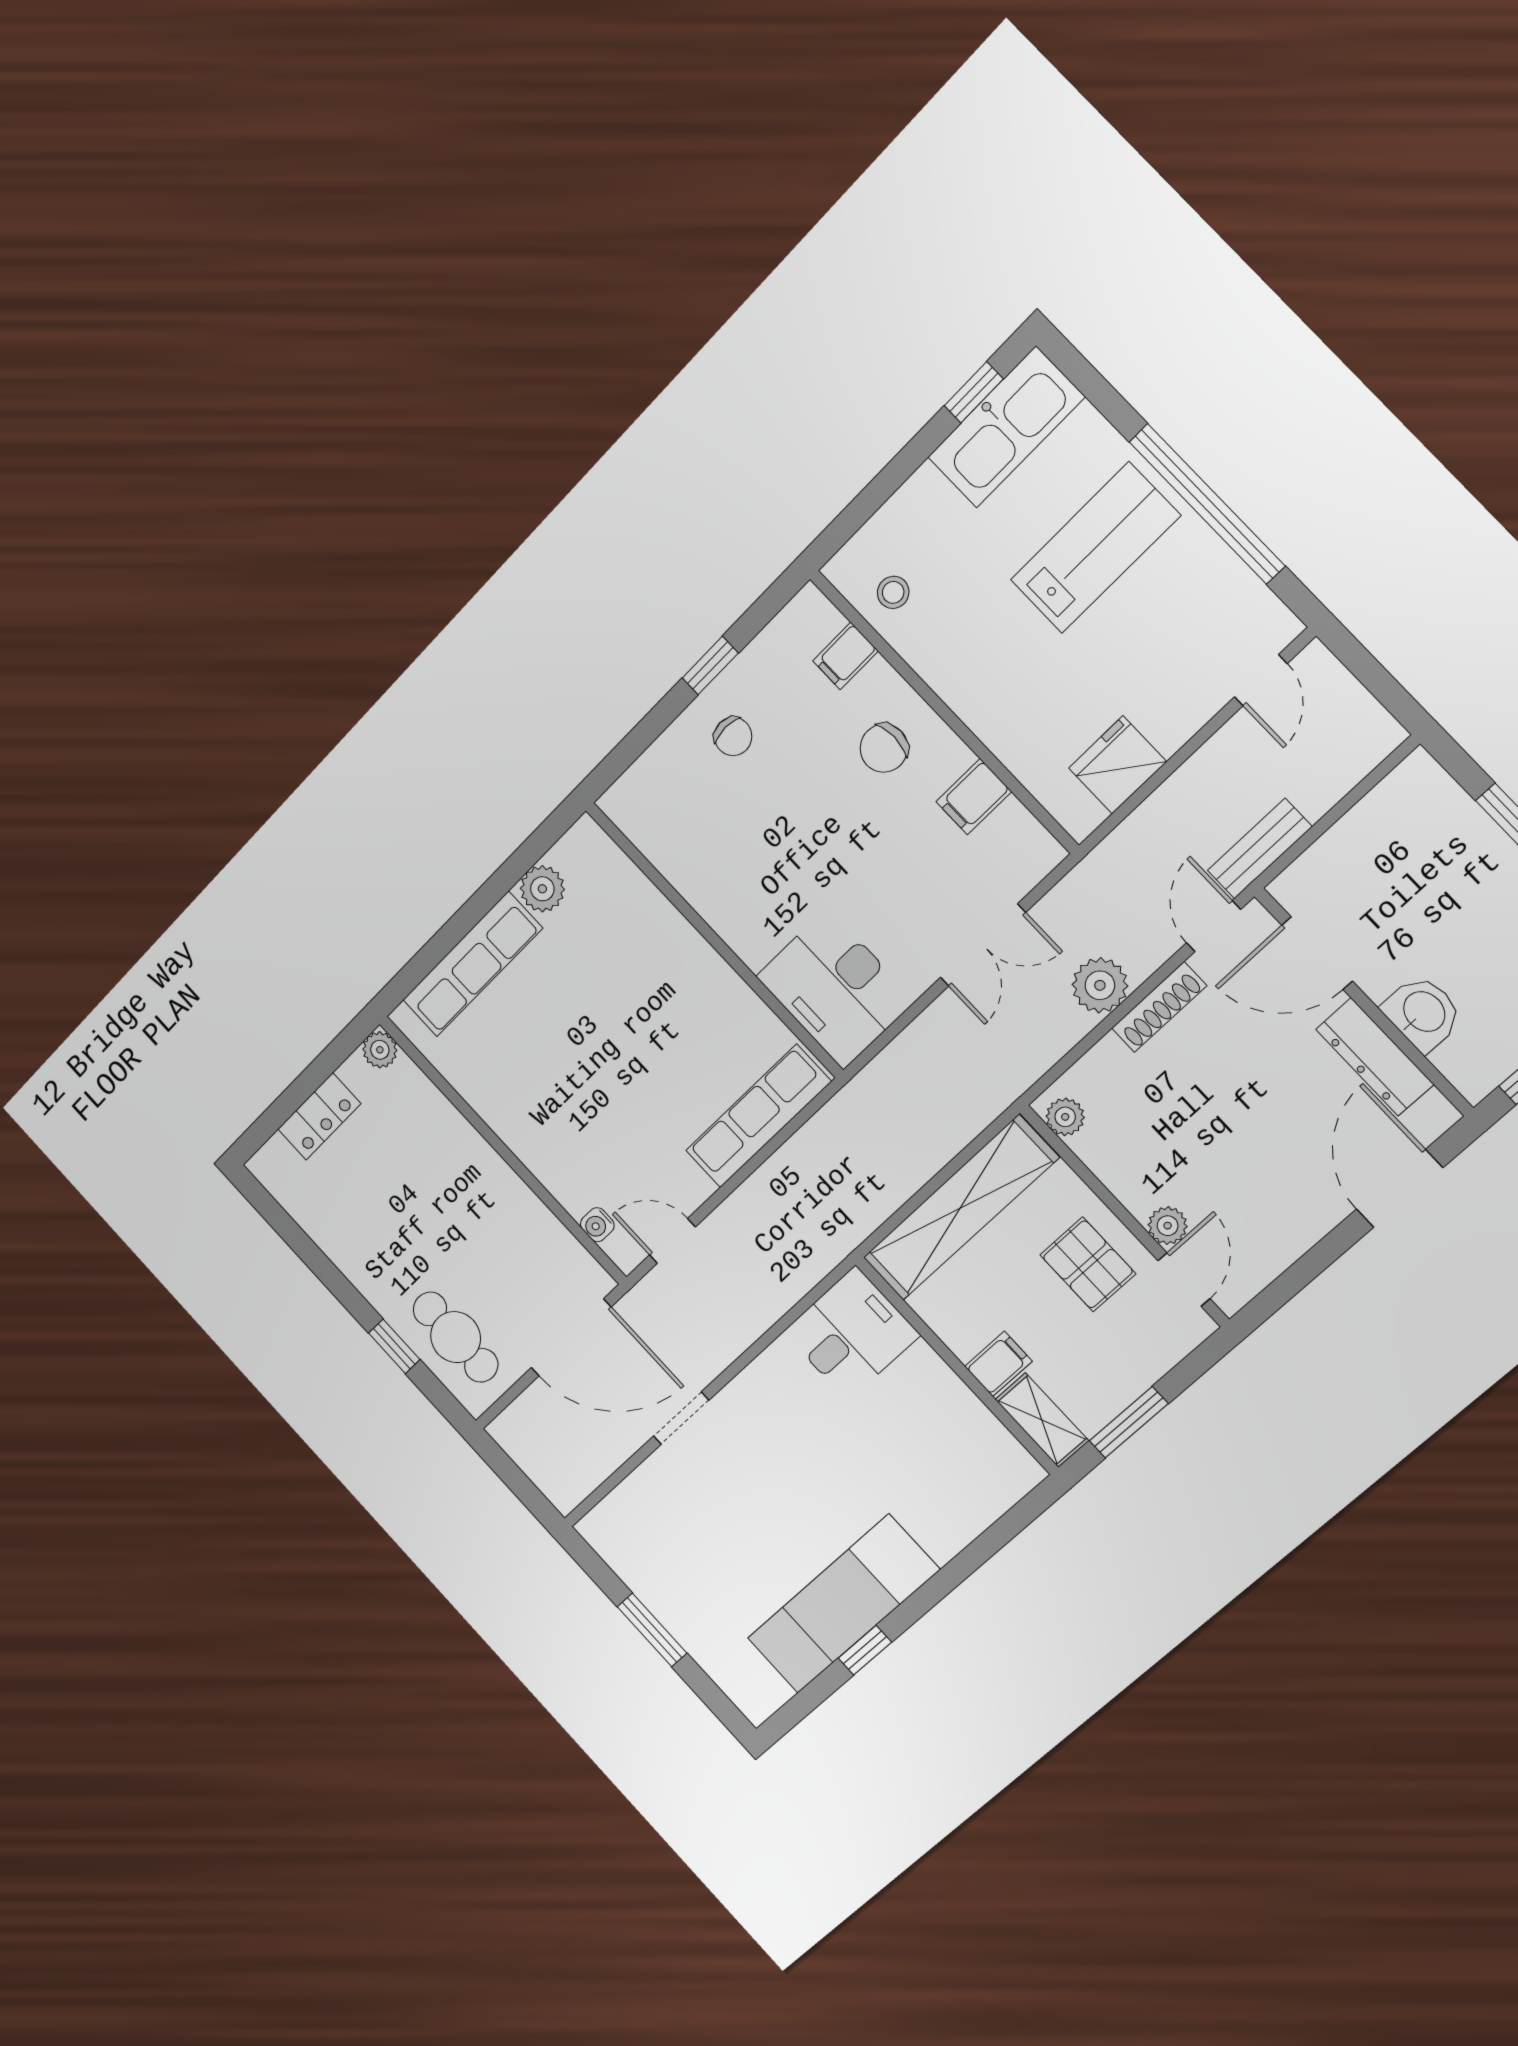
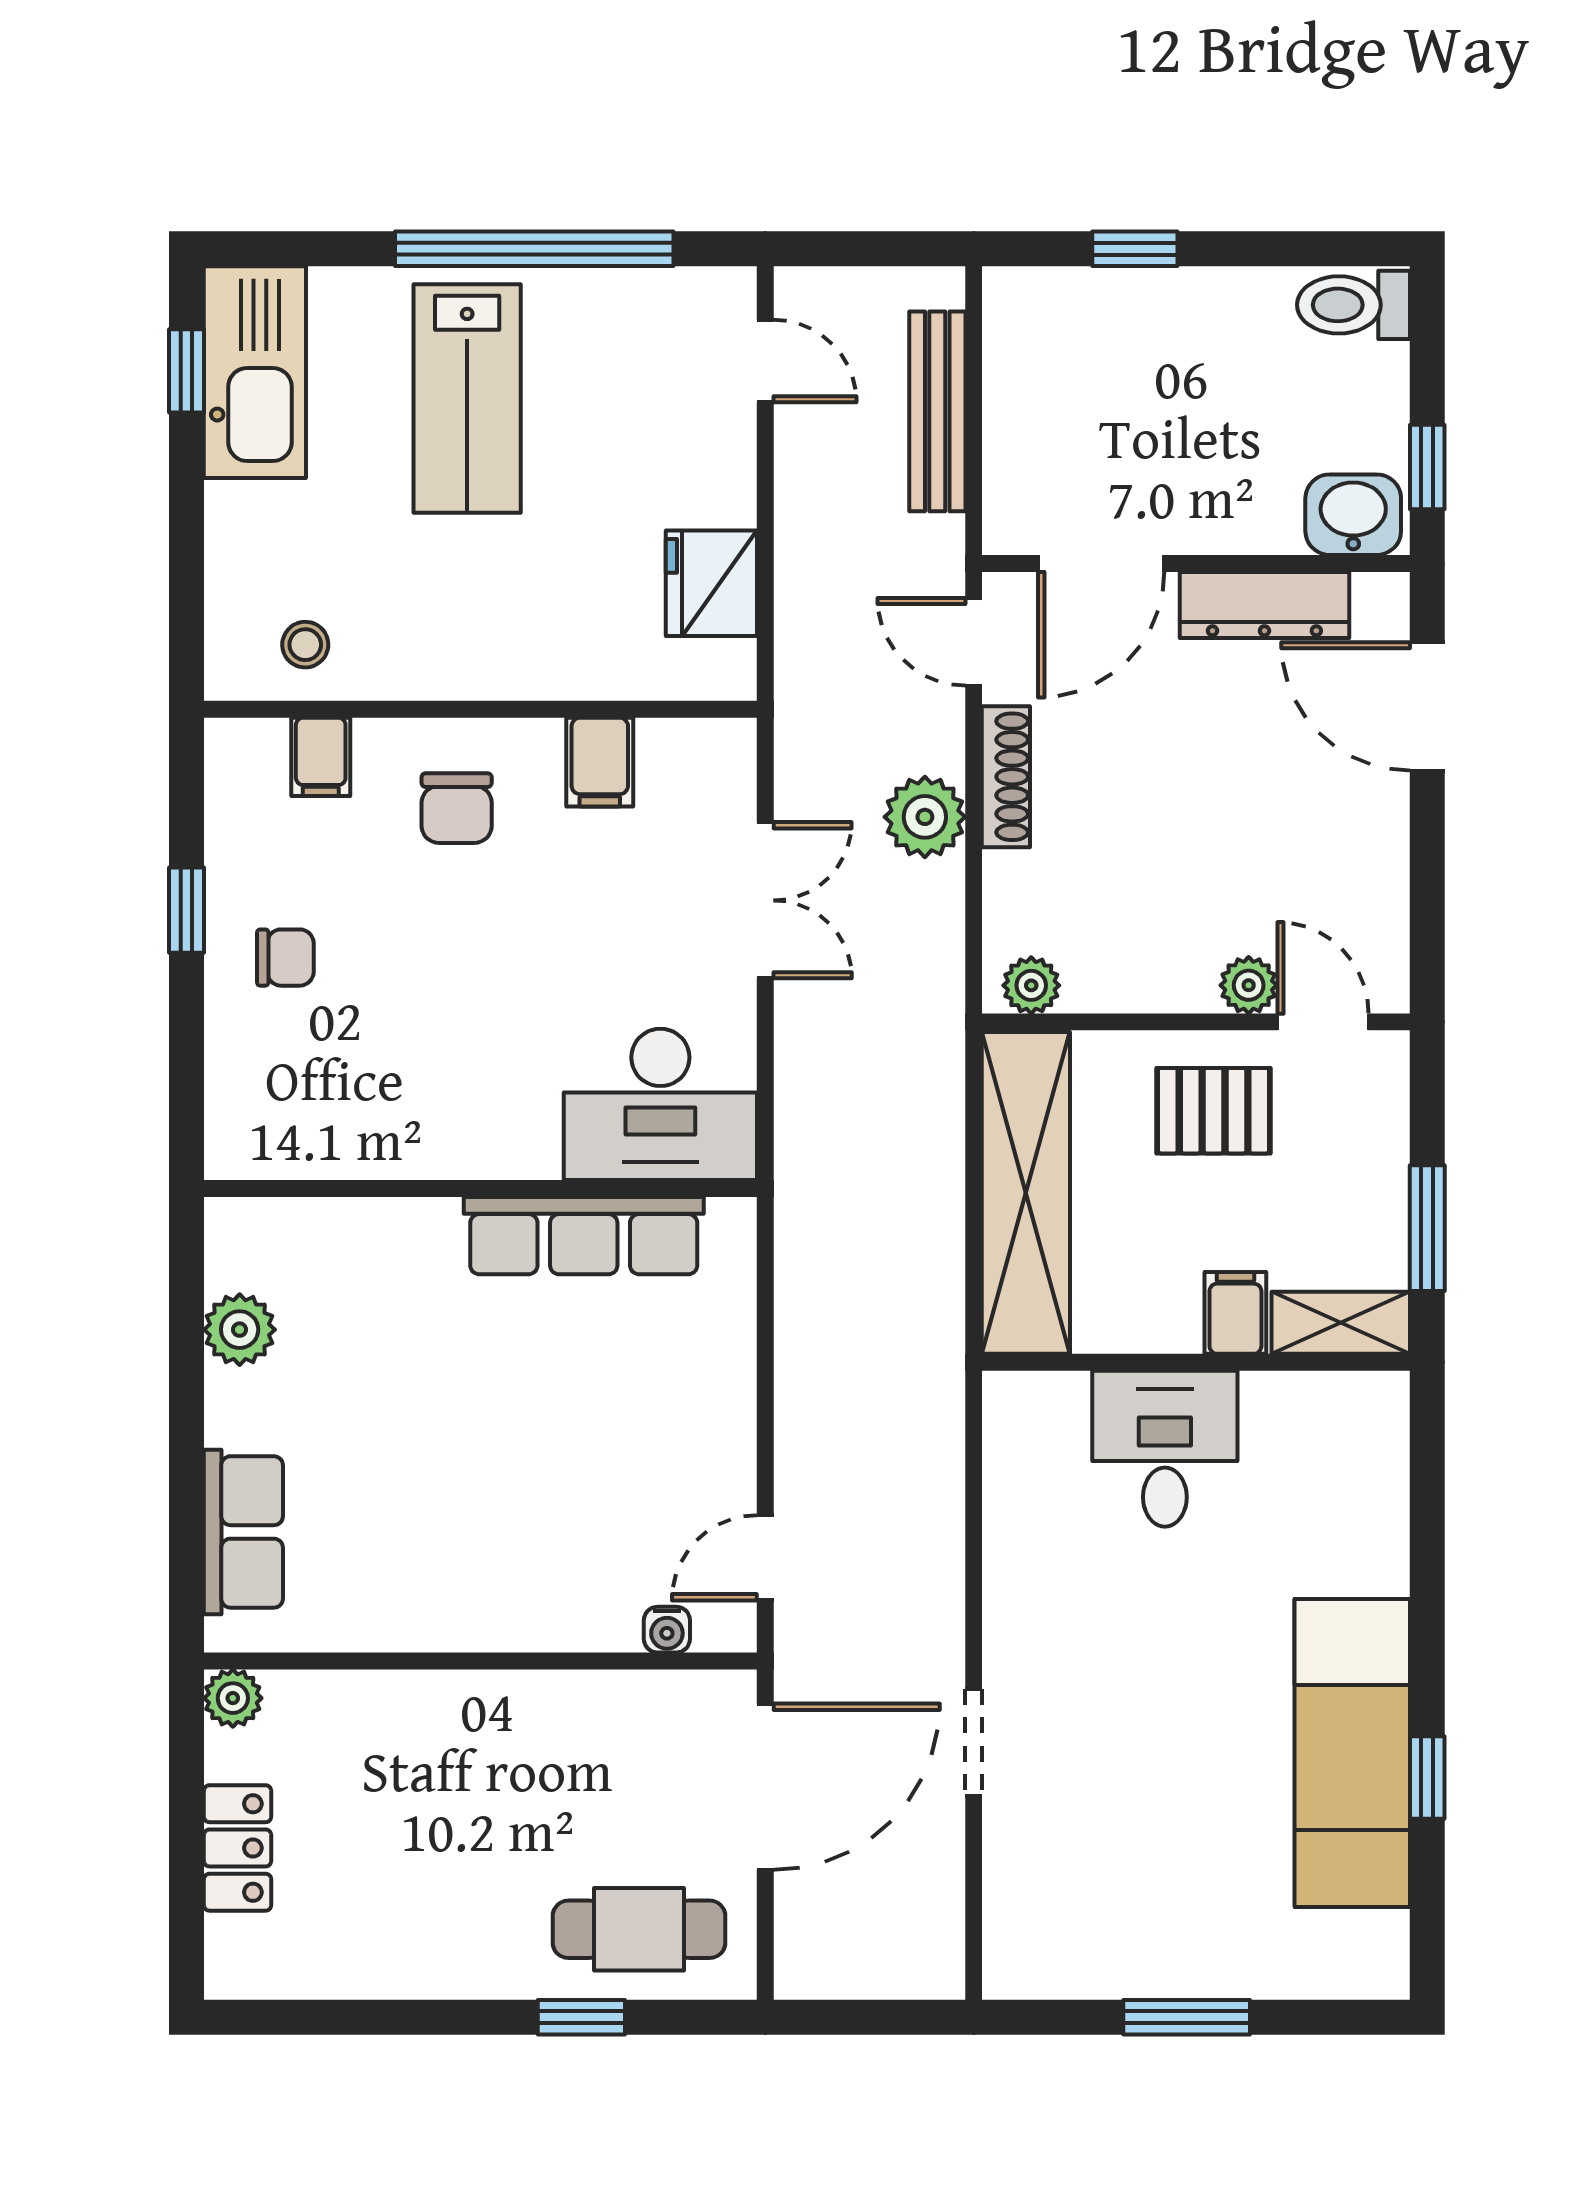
lab bench: (1095, 548) -> (467, 399), turned 180
bench: (1260, 849) -> (937, 411), moved, width x1.36
row of seats: (472, 964) -> (243, 1532), width x0.68
washbasin: (1423, 1013) -> (1353, 515), moved
row of seats: (758, 1116) -> (584, 1236), moved, turned -90
desk: (851, 1333) -> (1165, 1449), moved

